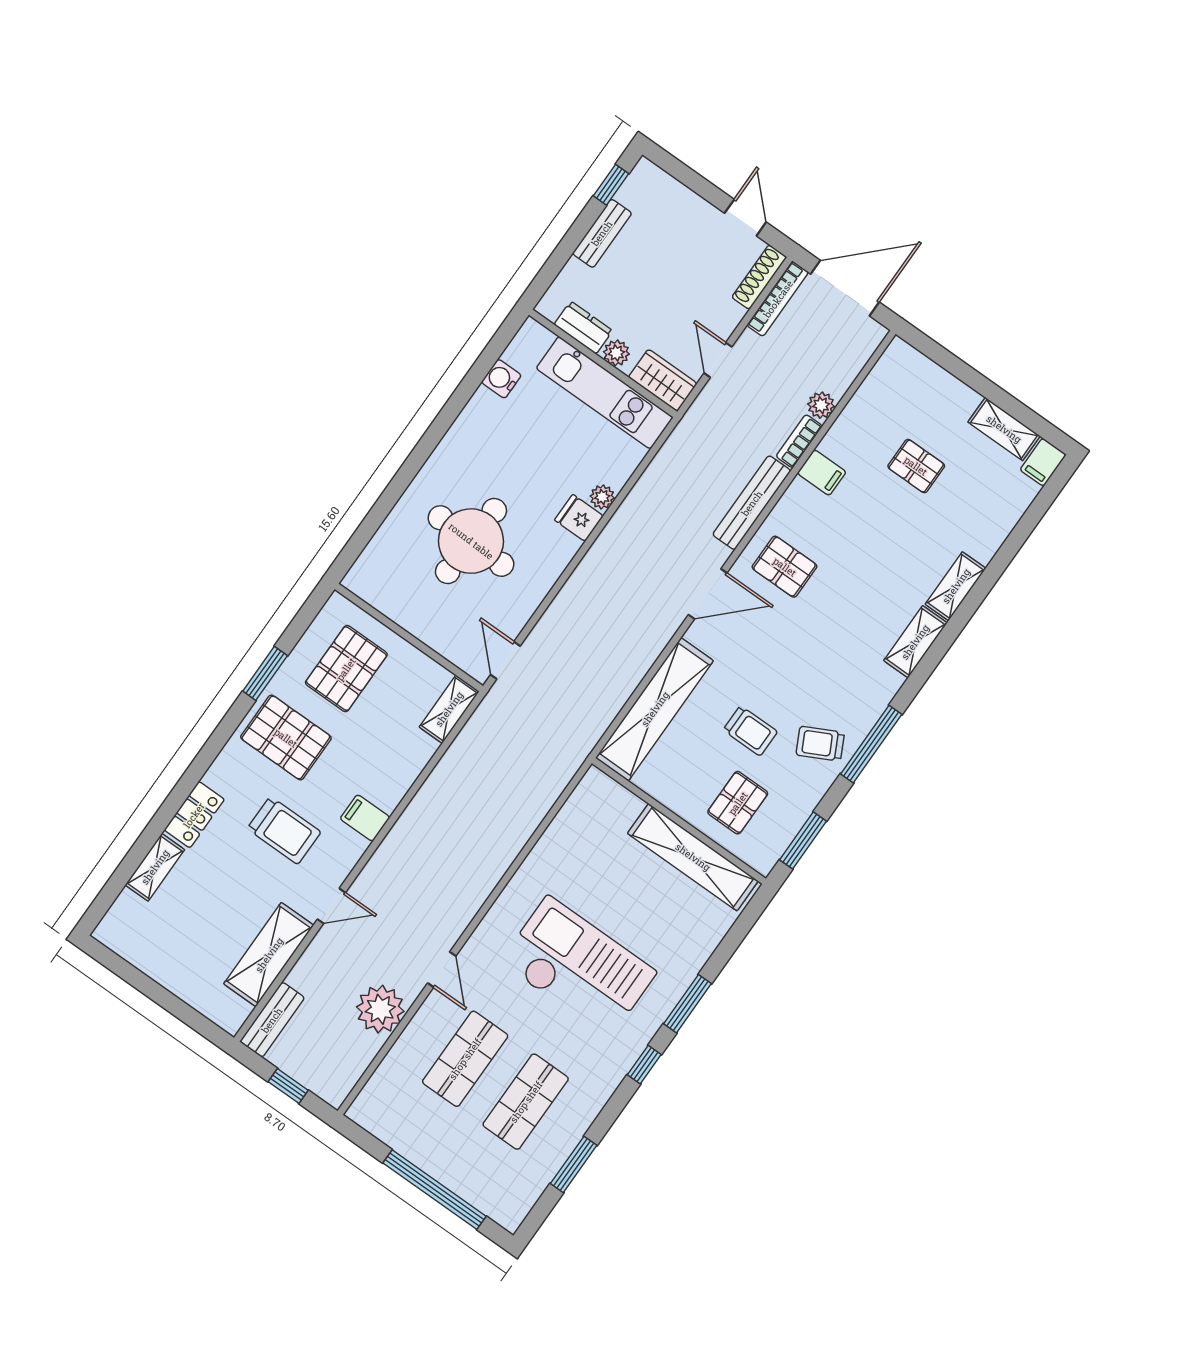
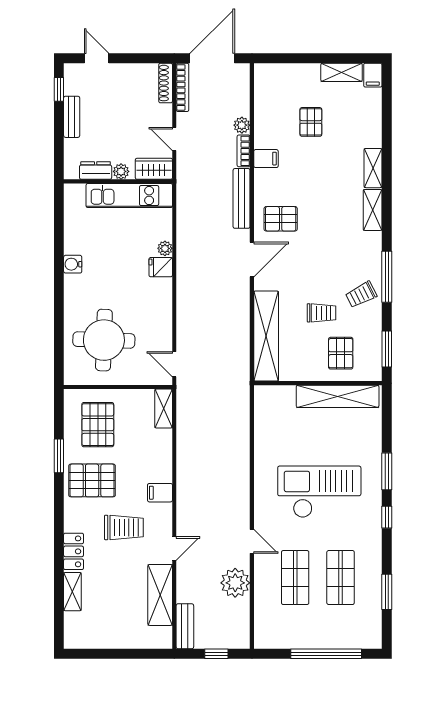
door: (745, 218) -> (97, 58), moved
water cooler: (501, 379) -> (73, 264), moved
pallet: (916, 466) -> (311, 122), turned 90
round table: (471, 541) -> (104, 340), moved

